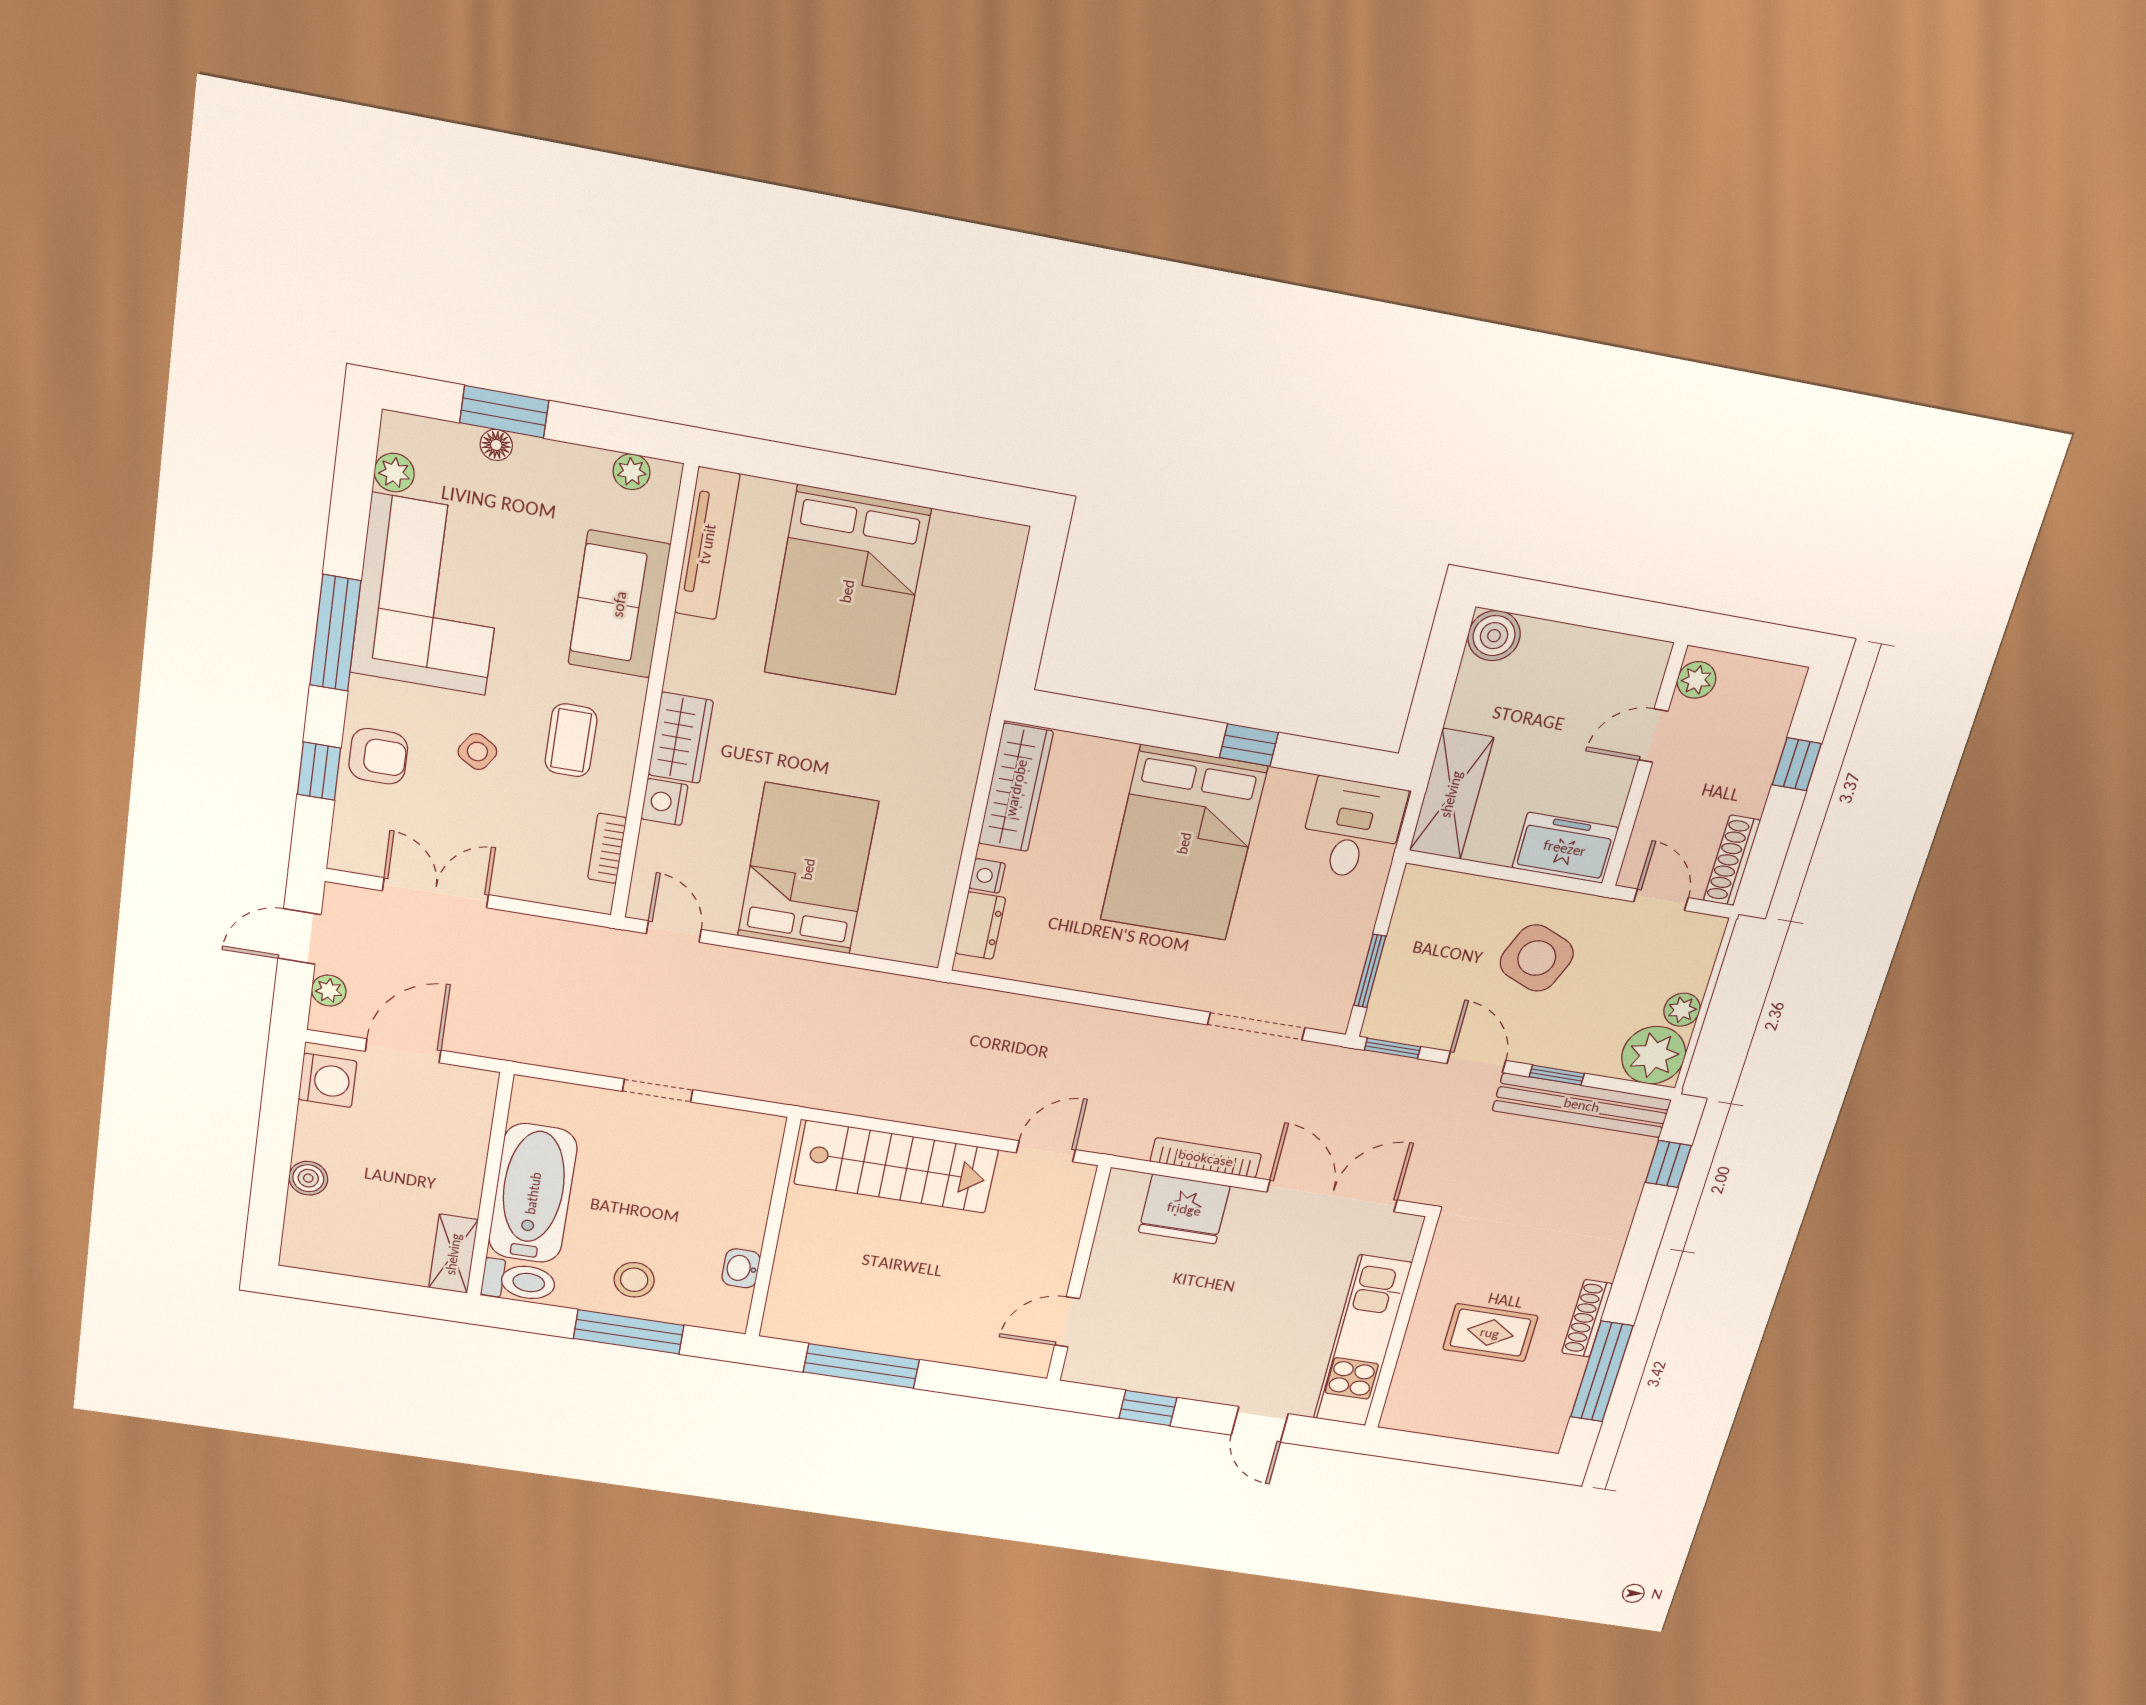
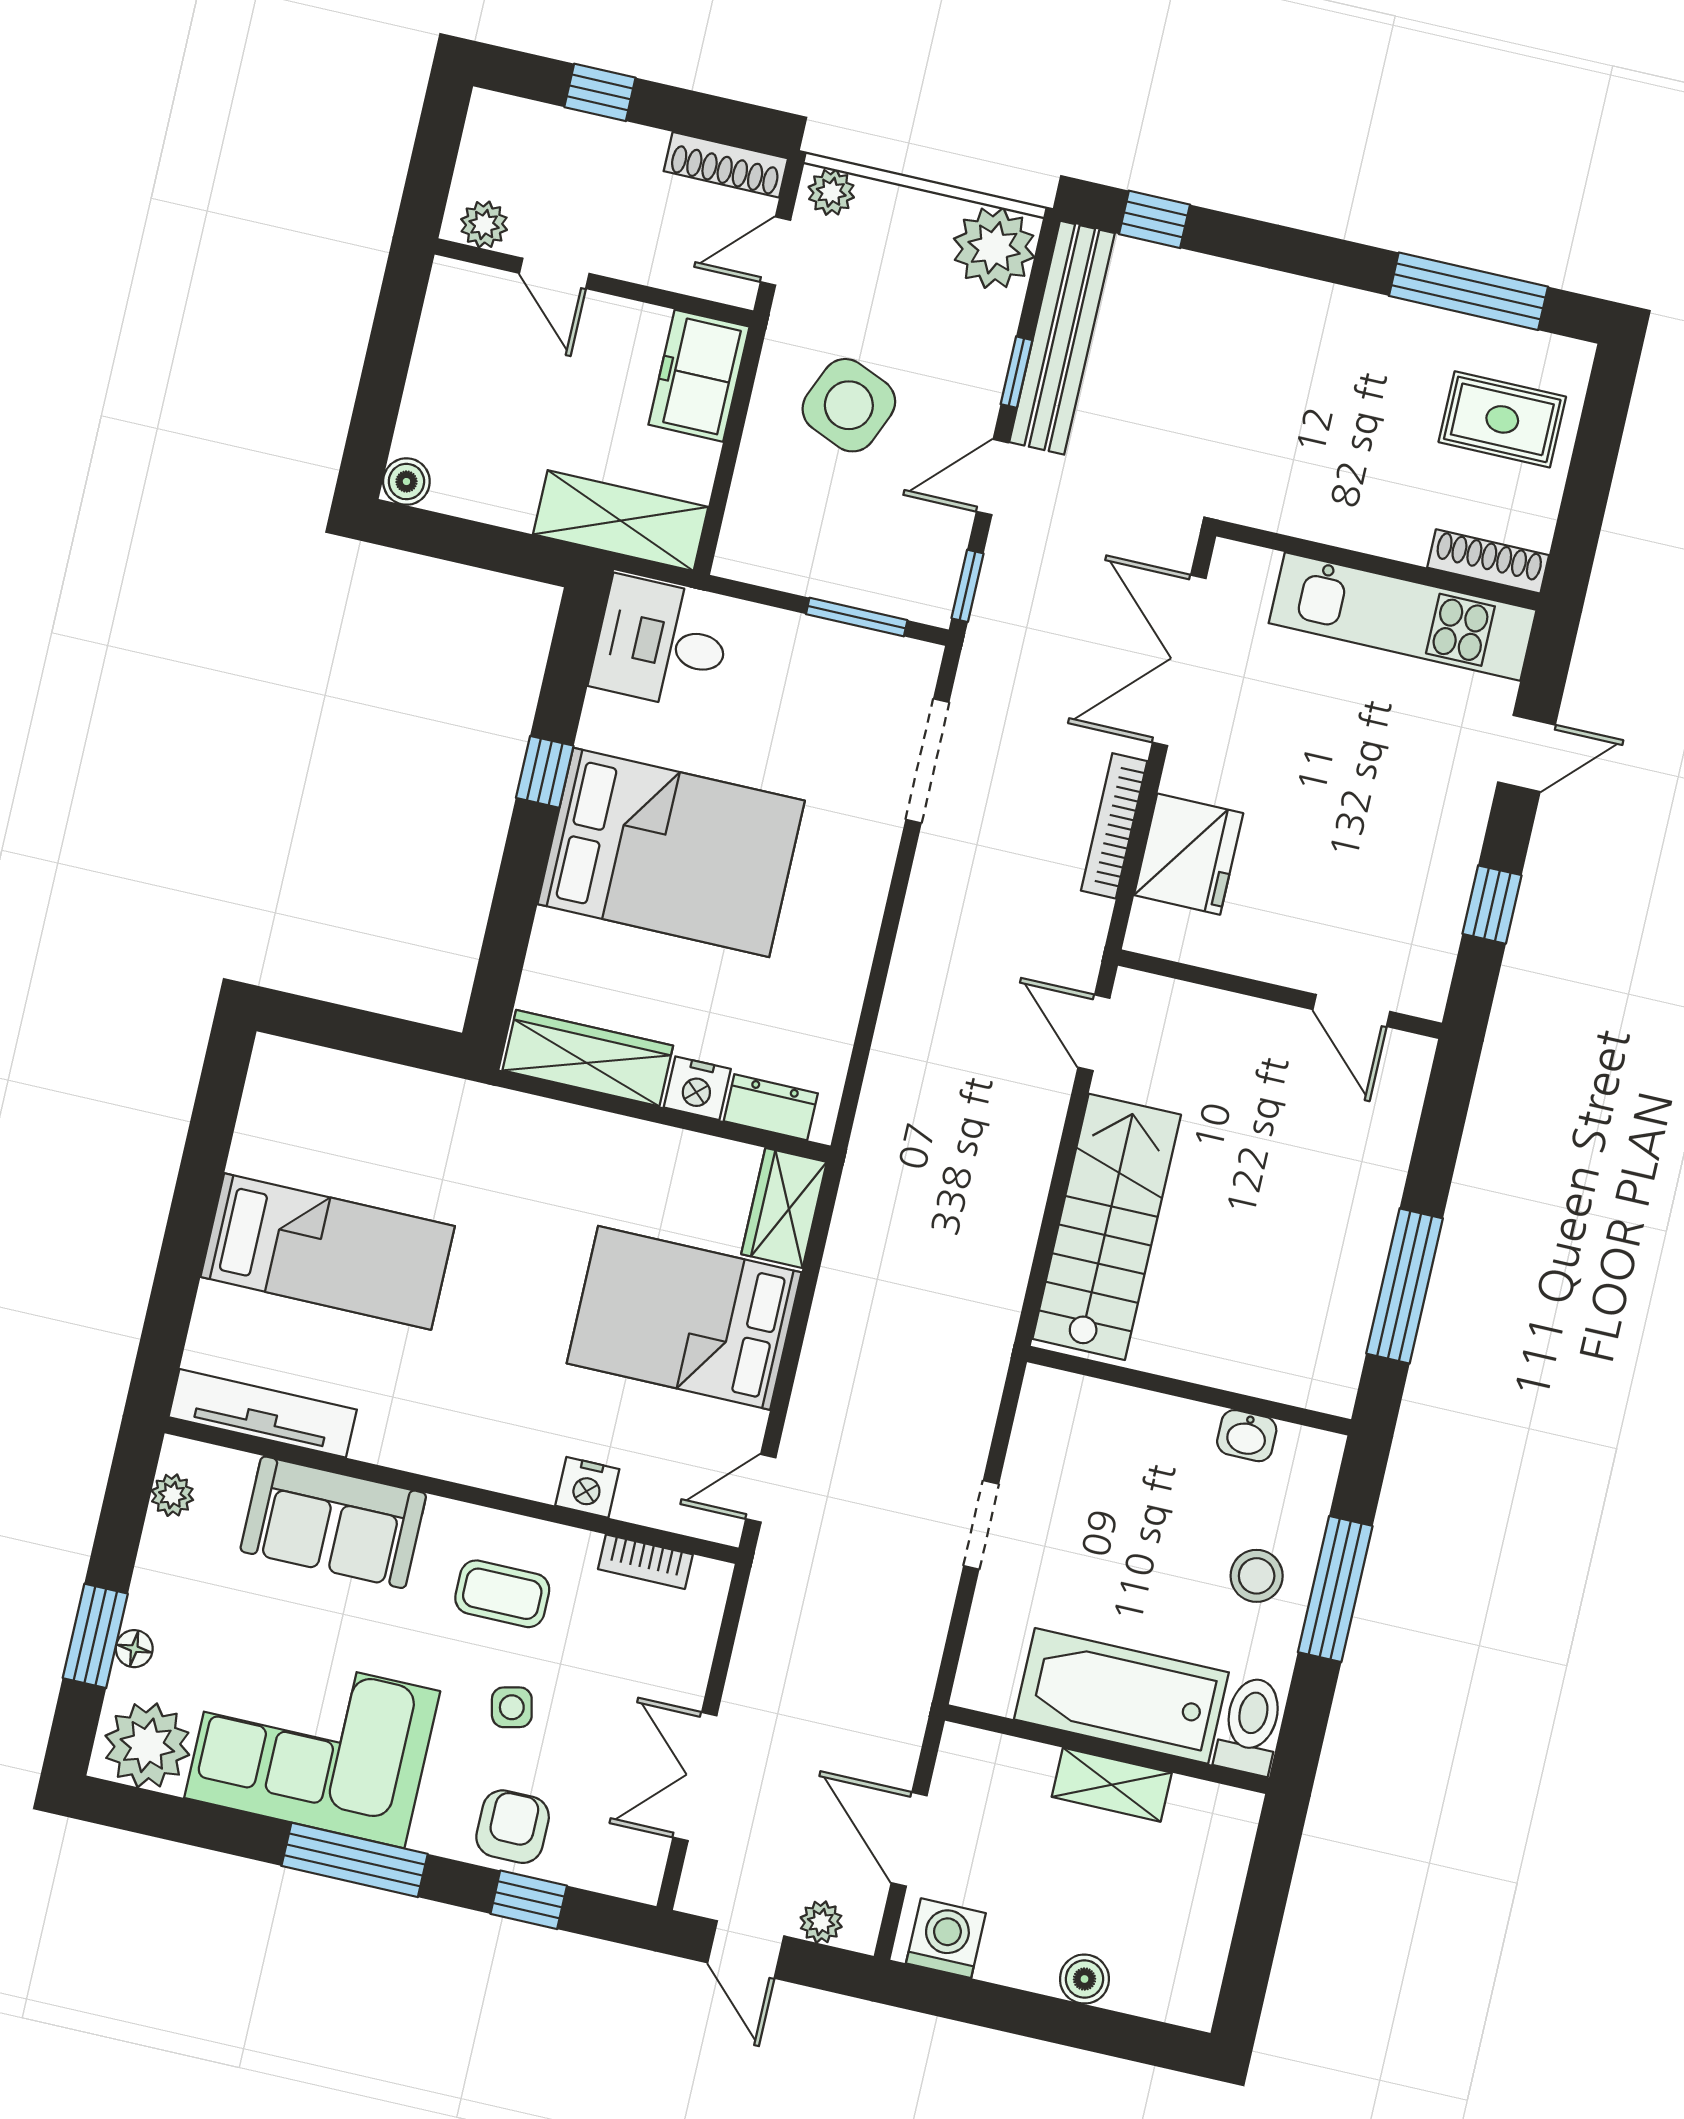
plant: (394, 473) -> (147, 1745), width x1.88, depth x1.88
bed: (847, 591) -> (328, 1252), width x0.67
boiler: (1494, 636) -> (406, 482), width x0.73, depth x0.73
wardrobe: (681, 738) -> (784, 1208), moved, turned -90
side table: (477, 752) -> (512, 1707), turned 45
nightstand: (987, 876) -> (697, 1088), width x1.39, depth x1.35
plant: (1682, 1010) -> (831, 192), moved
shelving: (453, 1254) -> (1112, 1785), moved
shoe rack: (1587, 1318) -> (1488, 561), moved, turned 180
rug: (1490, 1333) -> (1502, 419), moved, turned 90

